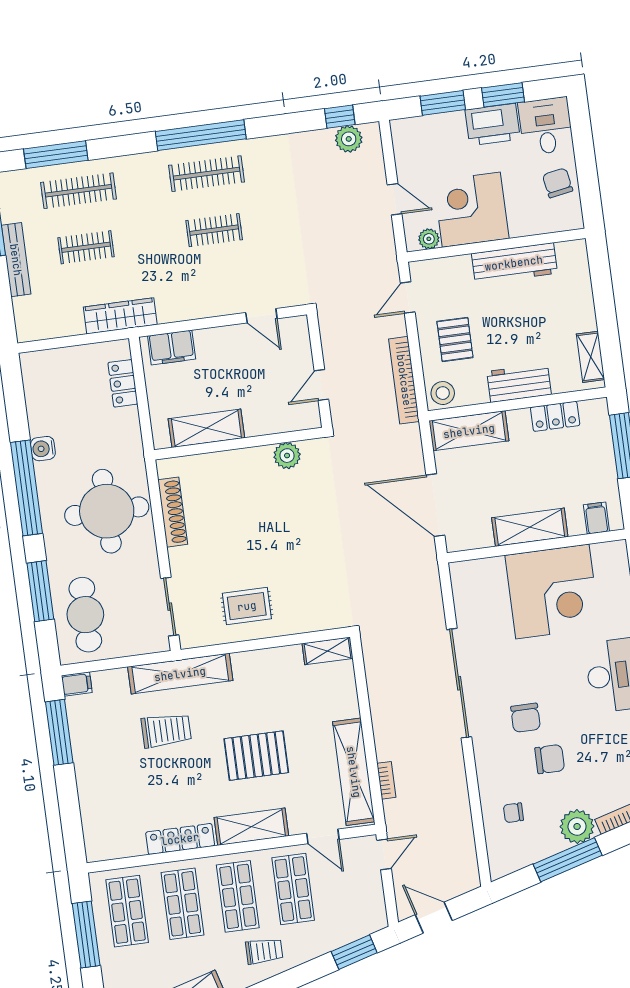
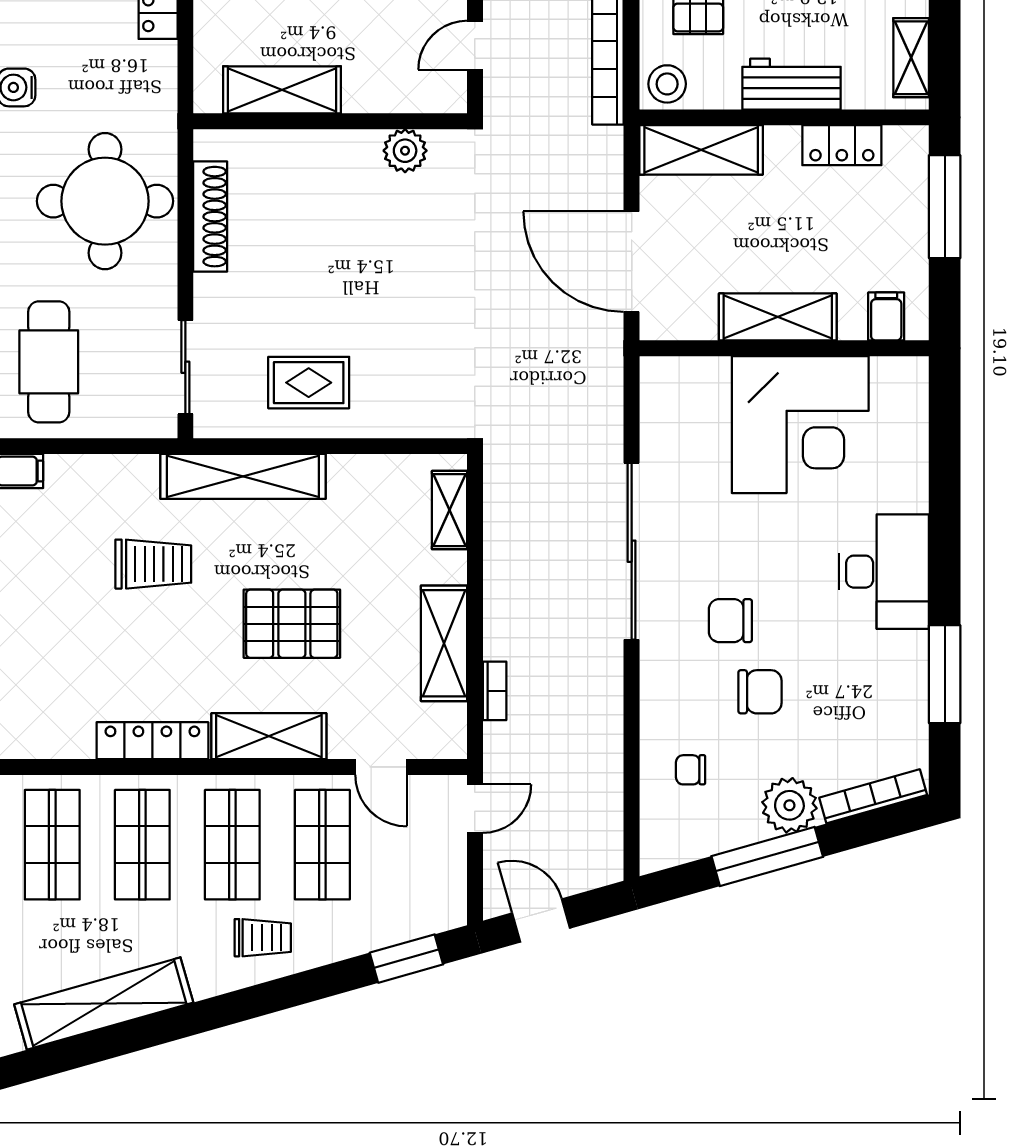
shelving: (328, 651) -> (450, 510), moved, turned 90
shelving: (180, 674) -> (243, 476), moved
chair: (526, 718) -> (730, 621), turned 90
shelving: (354, 772) -> (444, 643), width x0.68

